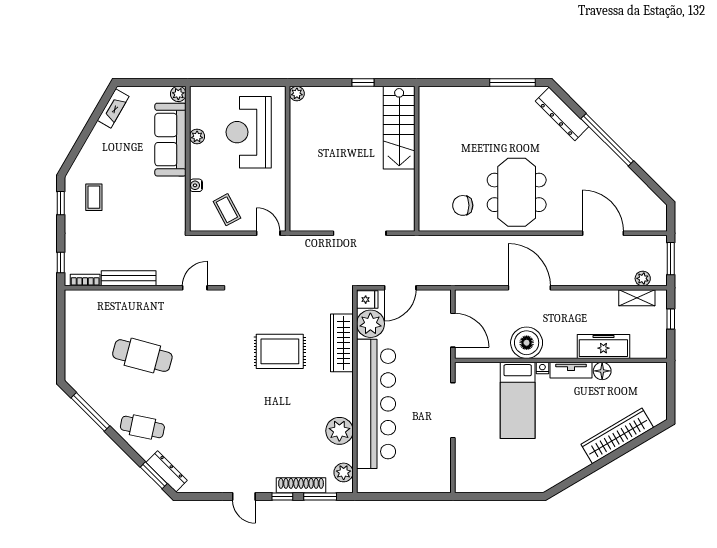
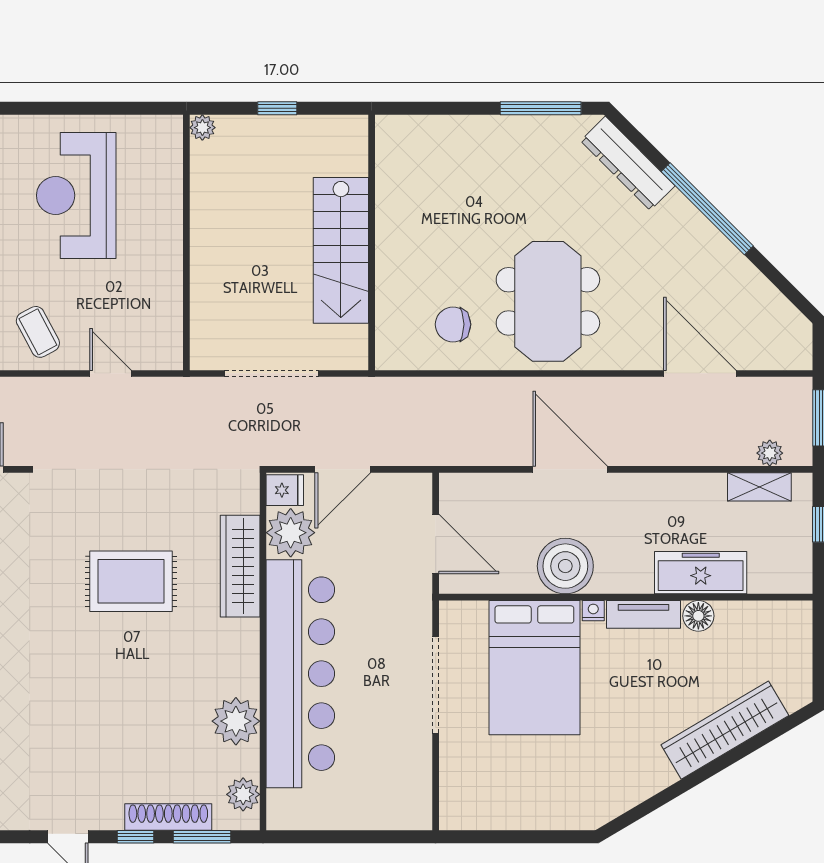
plant: (297, 94) -> (202, 128), moved
stairs: (399, 128) -> (341, 250), moved
wall: (288, 159) -> (186, 242), moved
bed: (518, 400) -> (534, 668), width x1.50

